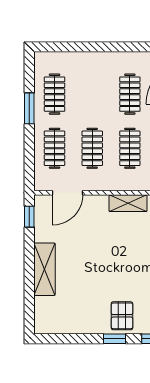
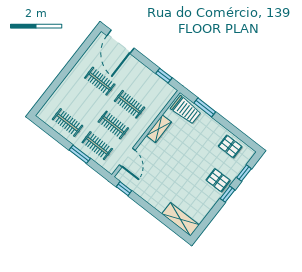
window: (29, 108) -> (80, 154), moved
shelving: (44, 269) -> (181, 219), moved

